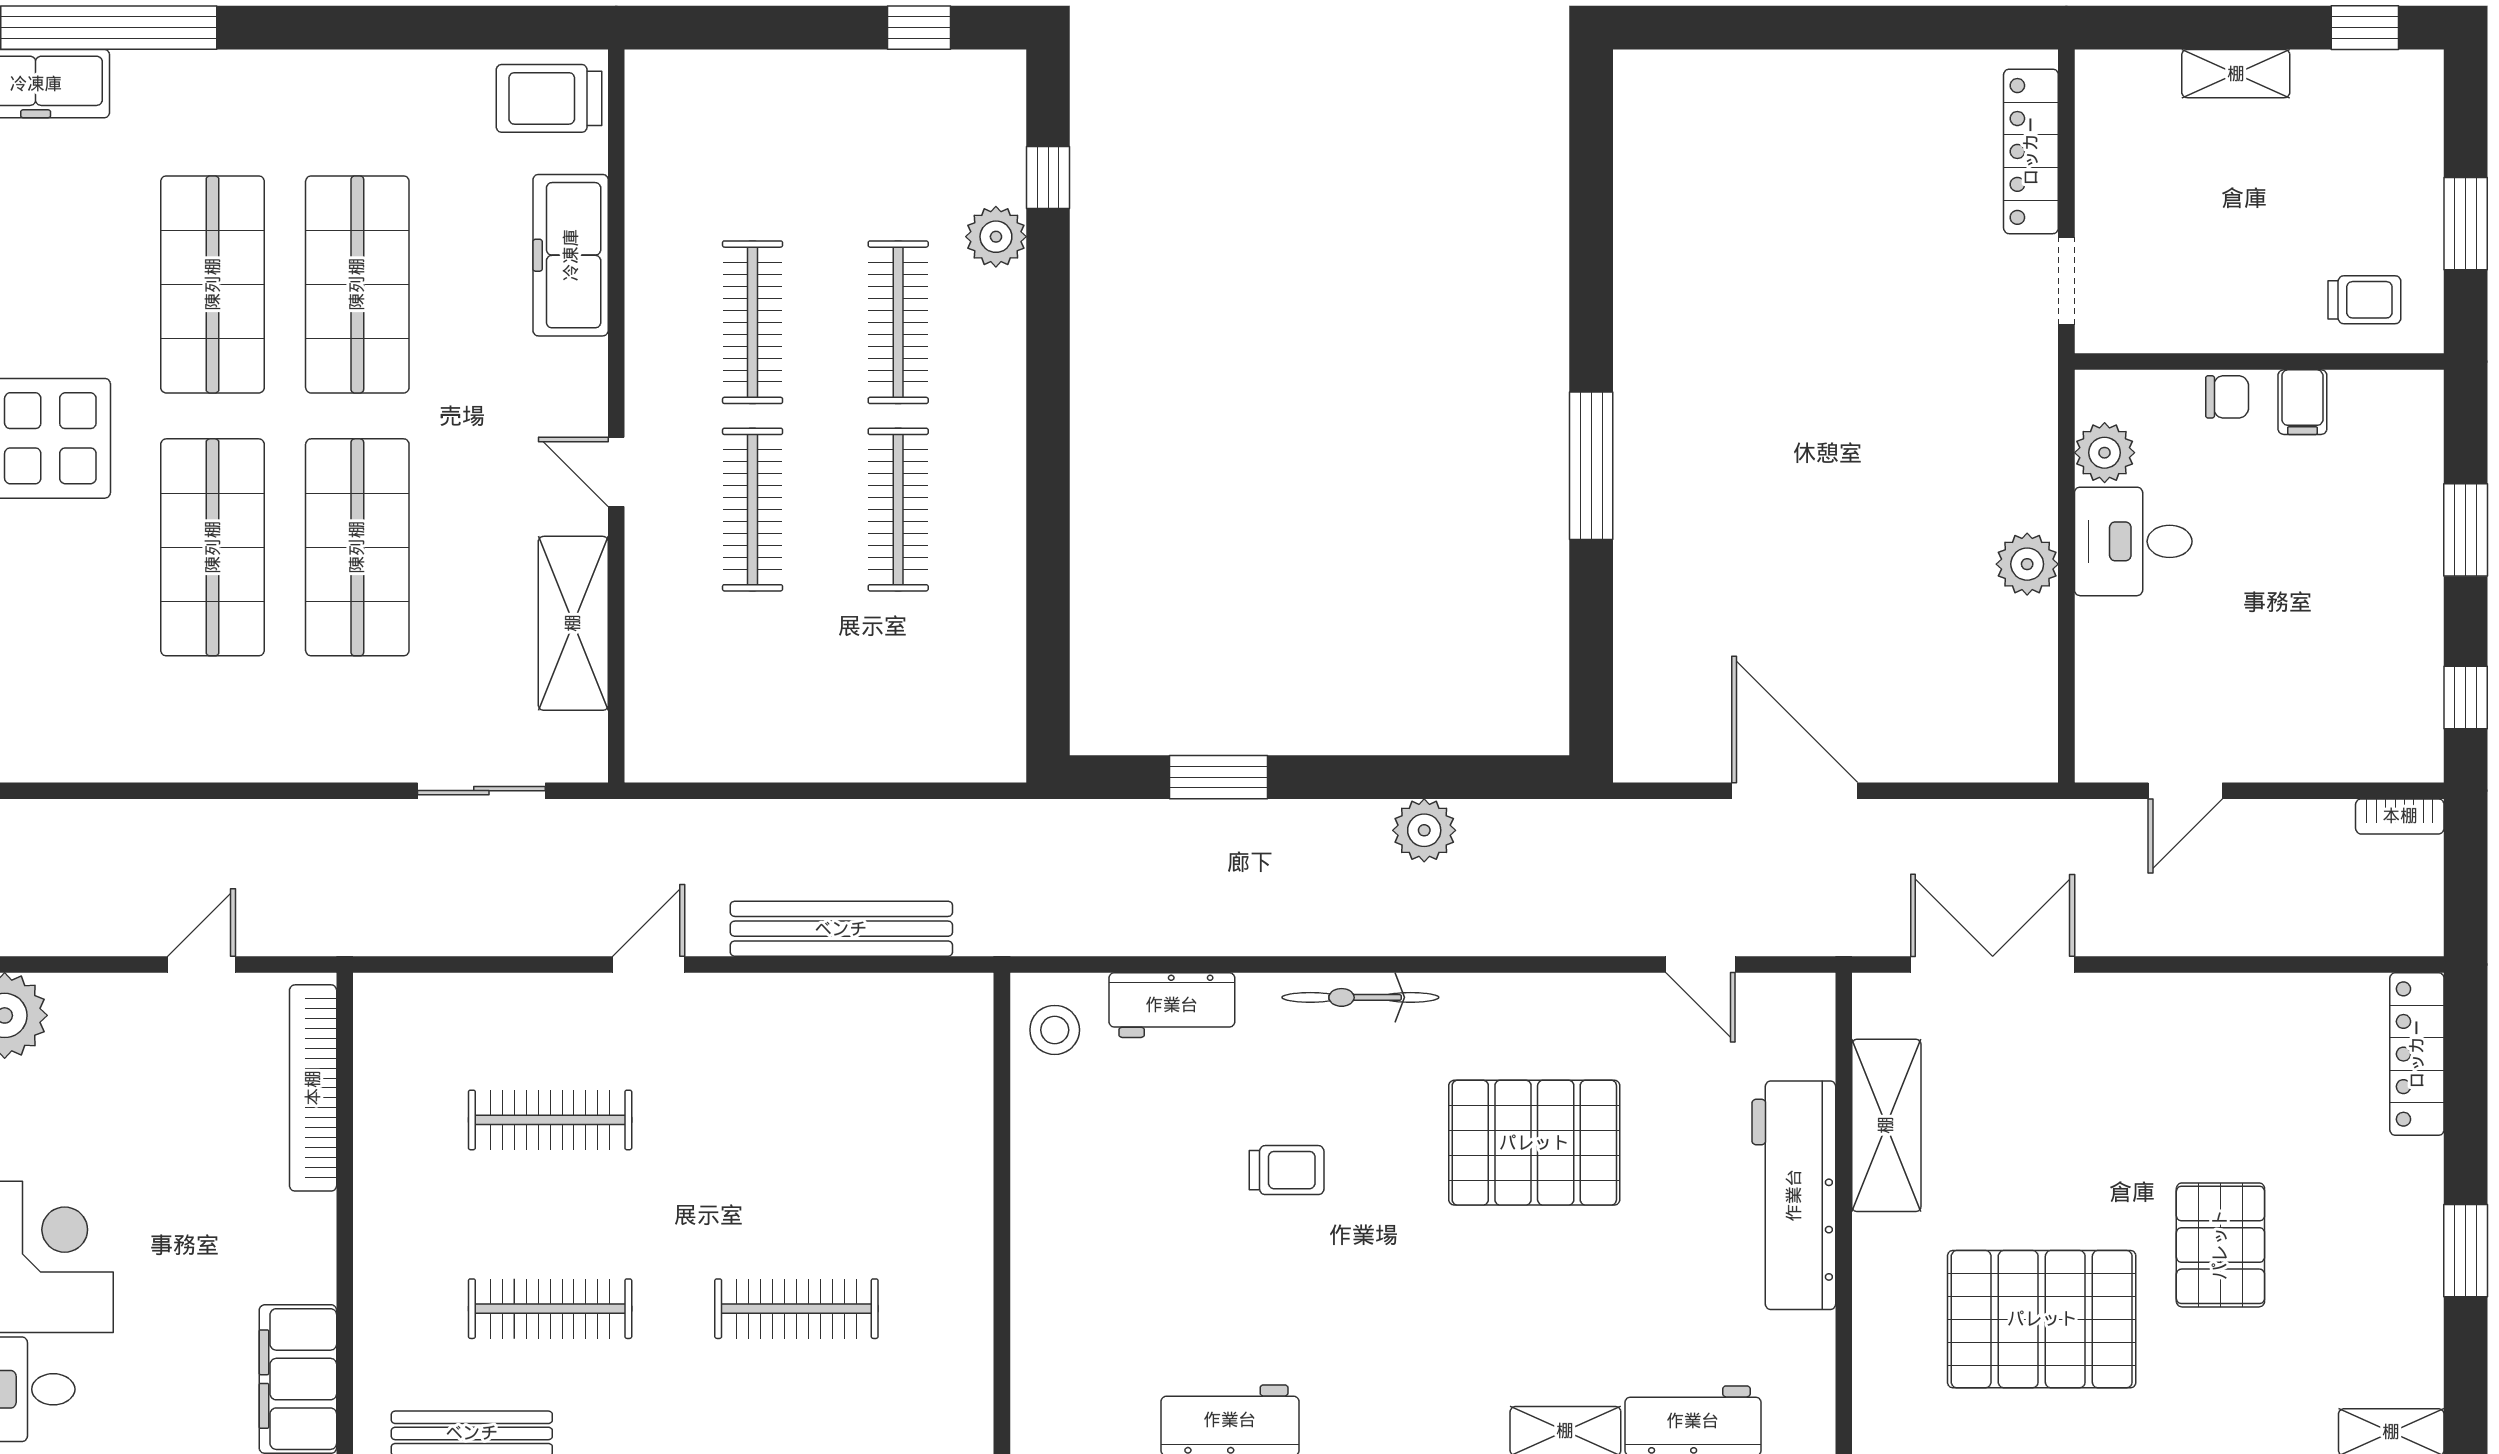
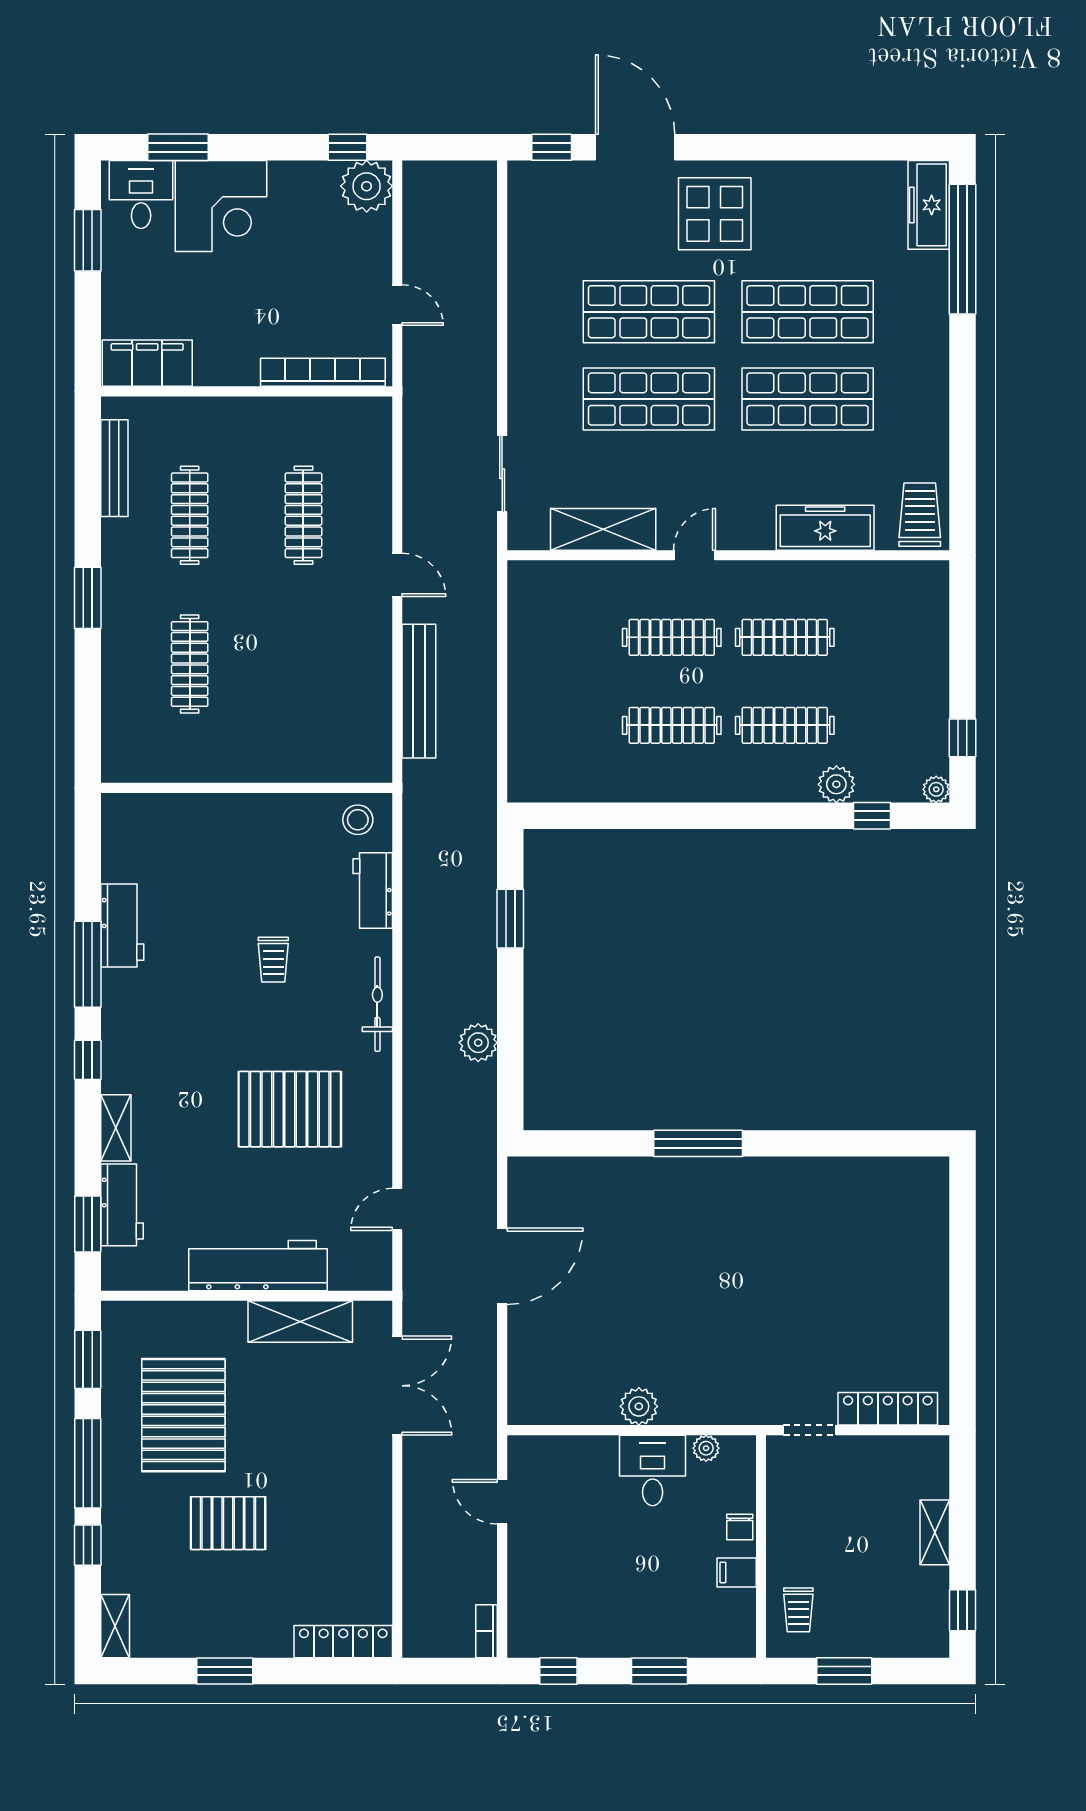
plant: (1004, 71) -> (936, 789), added
plant: (2105, 453) -> (706, 1448), width x0.73, depth x0.73
pallet: (1534, 1143) -> (290, 1109), turned 90

